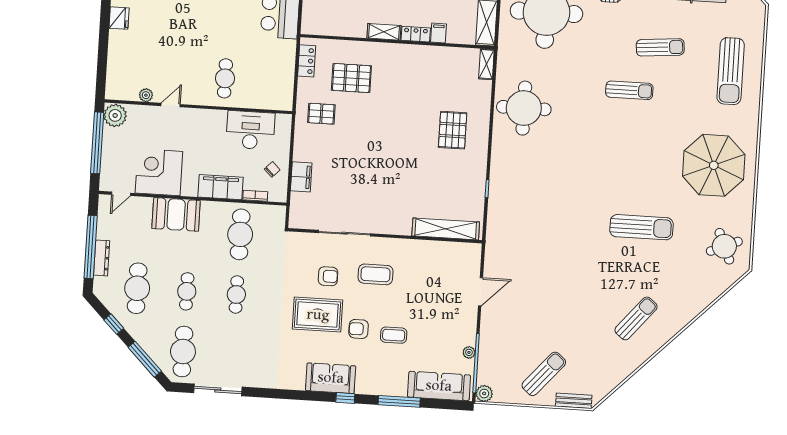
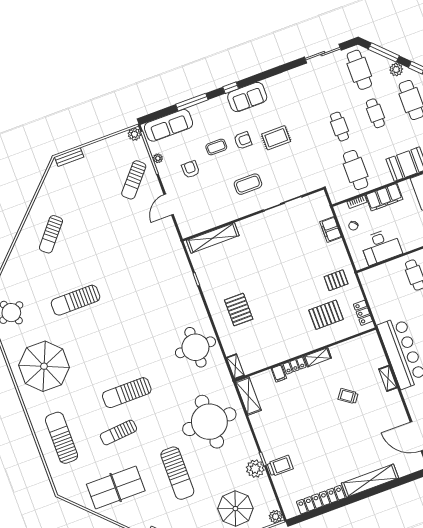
sun lounger: (629, 90) -> (127, 393), width x1.36, depth x1.34
armchair: (328, 276) -> (191, 169), moved, turned 90
rug: (318, 315) -> (276, 138), width x0.73, depth x0.70
plant: (139, 332) -> (396, 70), added
sun lounger: (544, 374) -> (134, 180), moved

